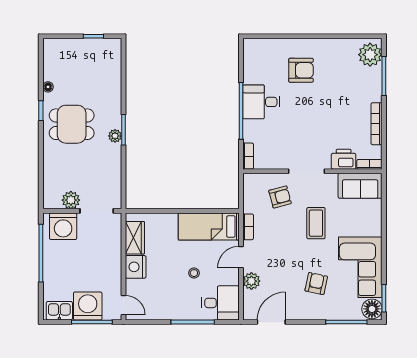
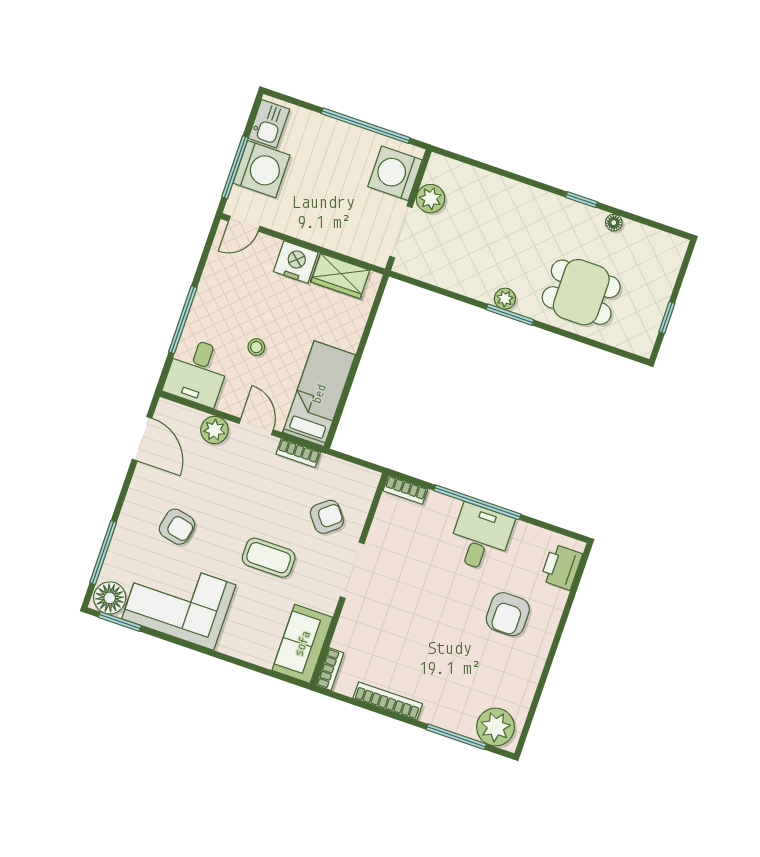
dining table: (72, 124) -> (581, 292), moved, turned 90
printer: (344, 159) -> (561, 567), moved, turned 180
armchair: (280, 197) -> (327, 517), turned -113

